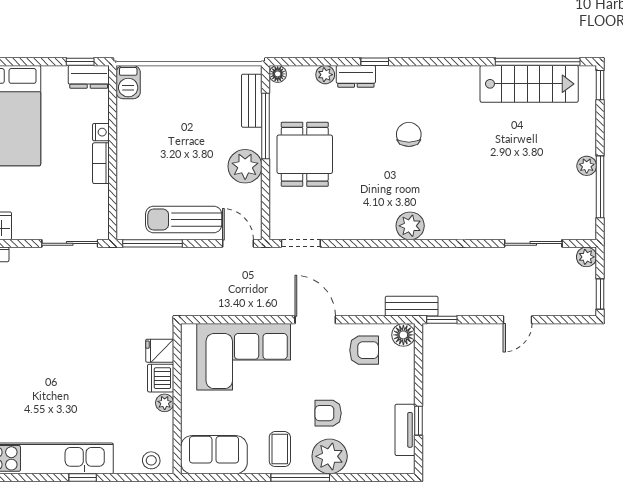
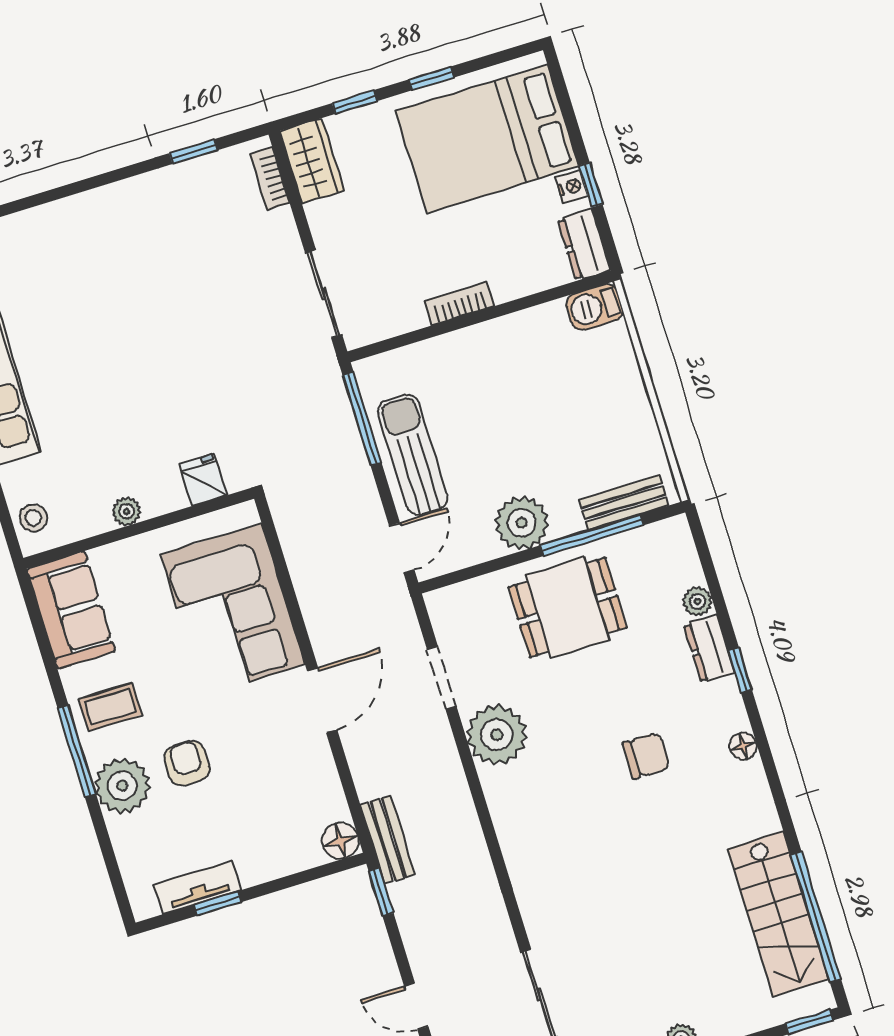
window: (80, 62) -> (591, 185), moved
floor lamp: (278, 74) -> (743, 746), moved
nightstand: (101, 132) -> (572, 187), moved, turned -90
plant: (410, 226) -> (497, 735), moved, width x1.36, depth x1.36
doorway: (301, 243) -> (442, 678), moved
armchair: (364, 350) -> (299, 788), removed
dishwasher: (161, 378) -> (162, 494), removed

